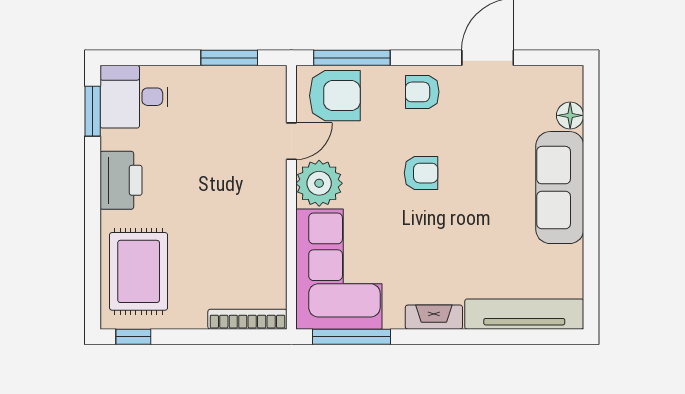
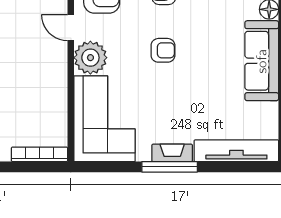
door: (291, 141) -> (71, 28), swing flipped
window: (352, 337) -> (170, 167), moved

